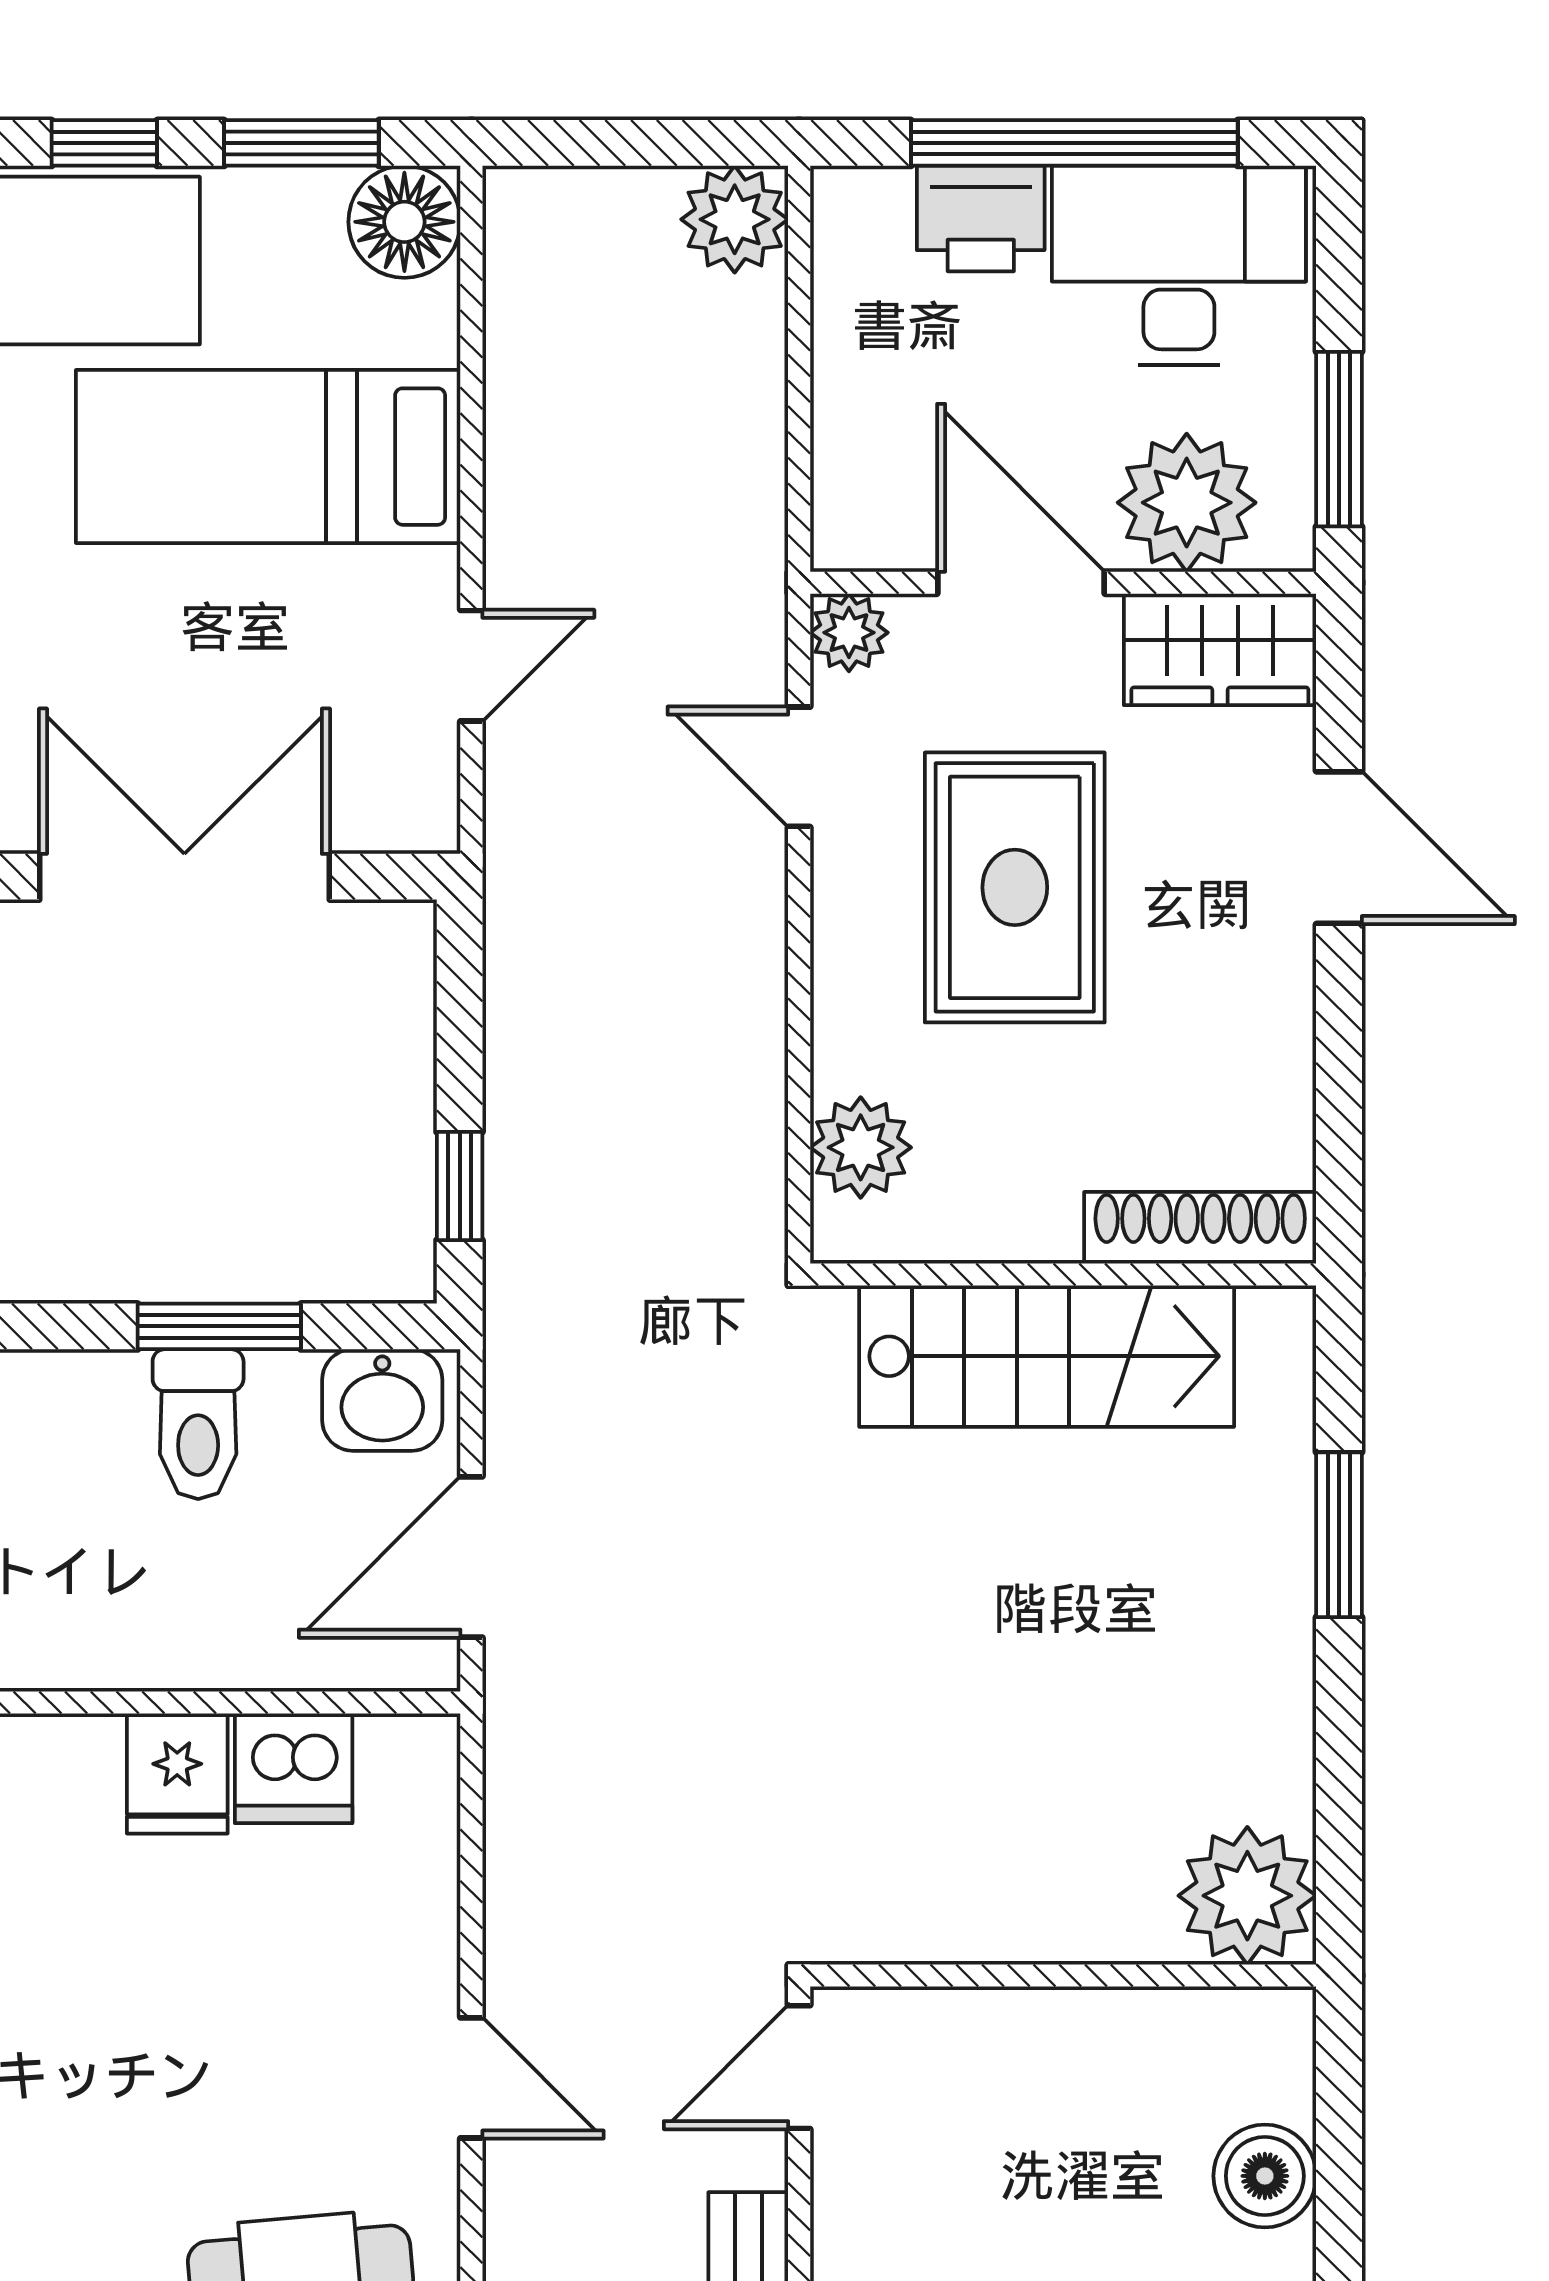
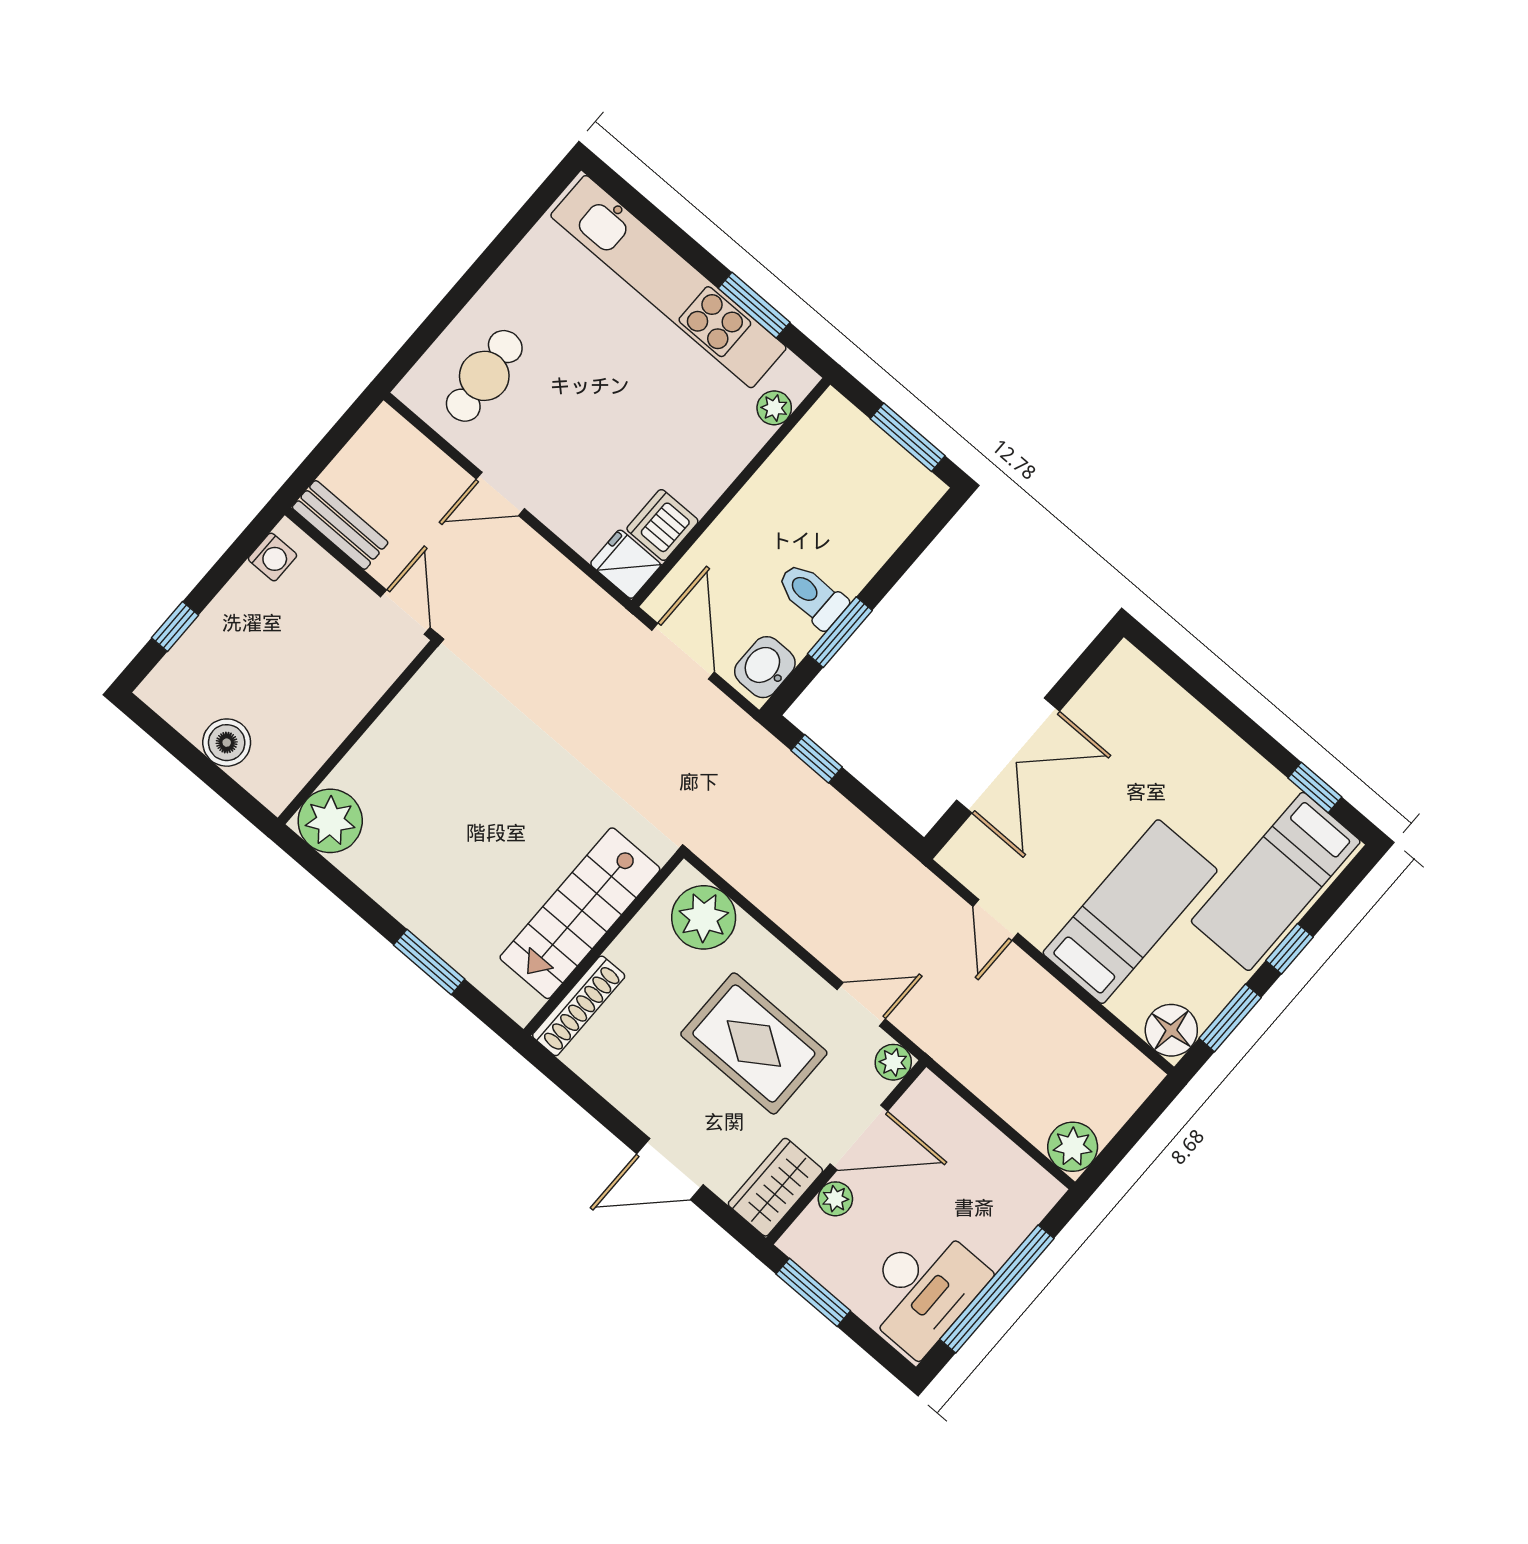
printer: (981, 219) -> (999, 1233), removed
plant: (1187, 503) -> (835, 1199), width x0.53, depth x0.53
plant: (861, 1147) -> (704, 917), width x1.36, depth x1.36
fridge: (177, 1773) -> (626, 564), moved

